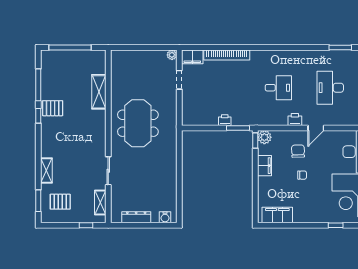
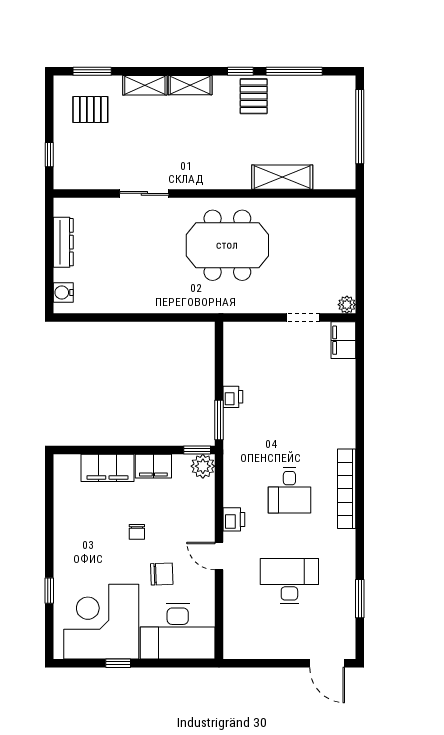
bookcase: (227, 55) -> (347, 489), moved
chair: (298, 151) -> (162, 574), moved
pallet: (60, 202) -> (90, 110), turned 90
shelving: (100, 202) -> (190, 85), moved
filing cabinet: (277, 215) -> (107, 468), moved, turned 90

